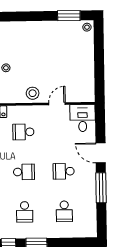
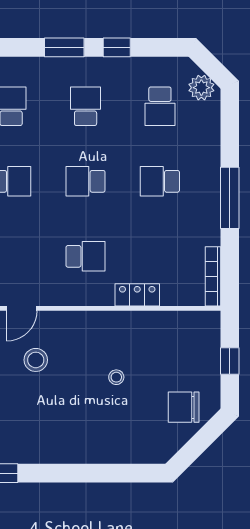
stool: (33, 93) -> (36, 360), moved

